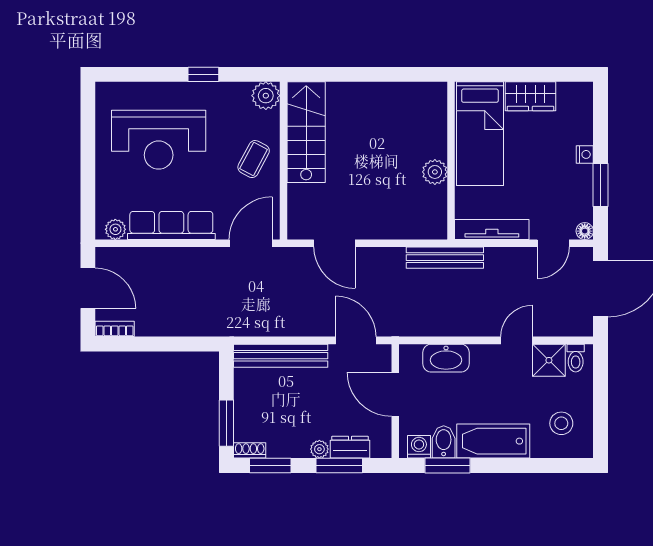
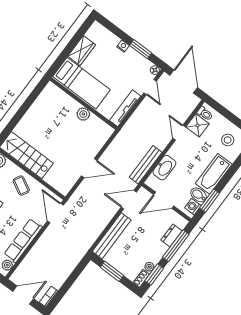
door: (334, 243) -> (89, 168), moved
bench: (445, 258) -> (146, 165), moved
window: (226, 423) -> (112, 271), moved
plant: (319, 449) -> (149, 267), moved
window: (339, 466) -> (176, 246), width x1.44

